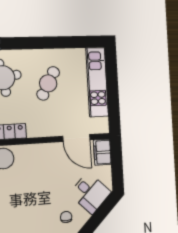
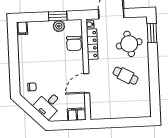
kitchen unit: (97, 82) -> (127, 111), removed
door: (76, 138) -> (87, 83), moved

